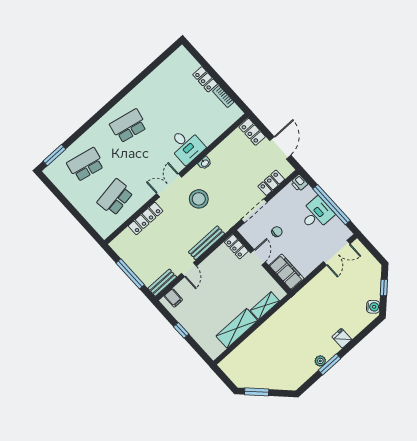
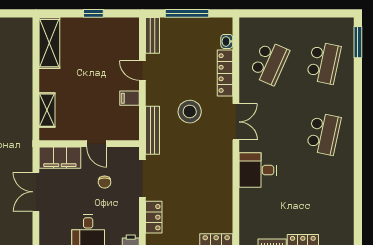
washbasin: (205, 163) -> (227, 41), moved
school desk: (115, 197) -> (269, 63), turned 33
stool: (199, 199) -> (190, 112), moved
bench: (206, 243) -> (153, 130), moved
locker: (236, 247) -> (124, 133), removed
double door: (337, 253) -> (36, 192), moved
filing cabinet: (173, 298) -> (130, 98), moved
shelving: (237, 328) -> (49, 43), moved

